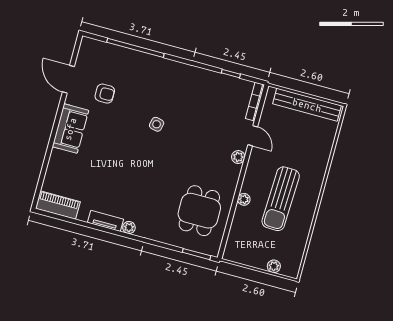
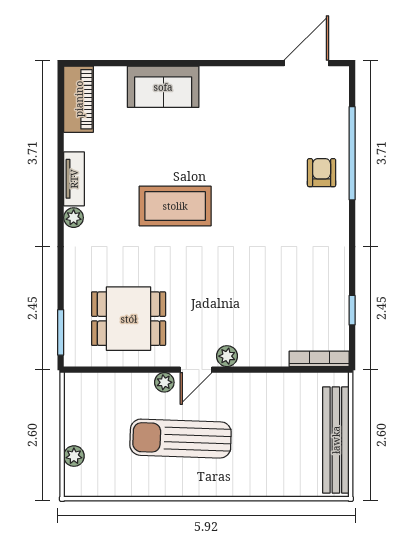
door: (68, 79) -> (306, 63), moved
armchair: (105, 94) -> (322, 173), moved, turned 180
side table: (157, 124) -> (243, 217), removed
sofa: (70, 129) -> (163, 87), moved
door: (253, 136) -> (196, 370), moved
coffee table: (139, 164) -> (175, 206), added

